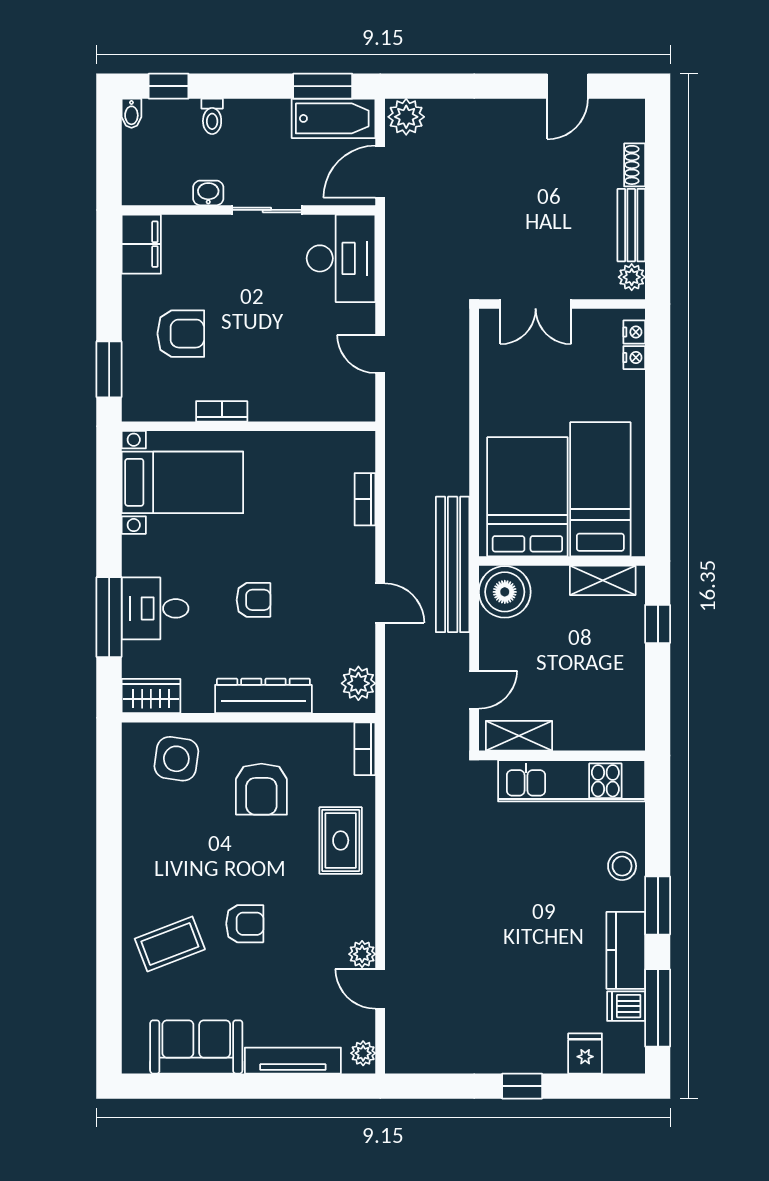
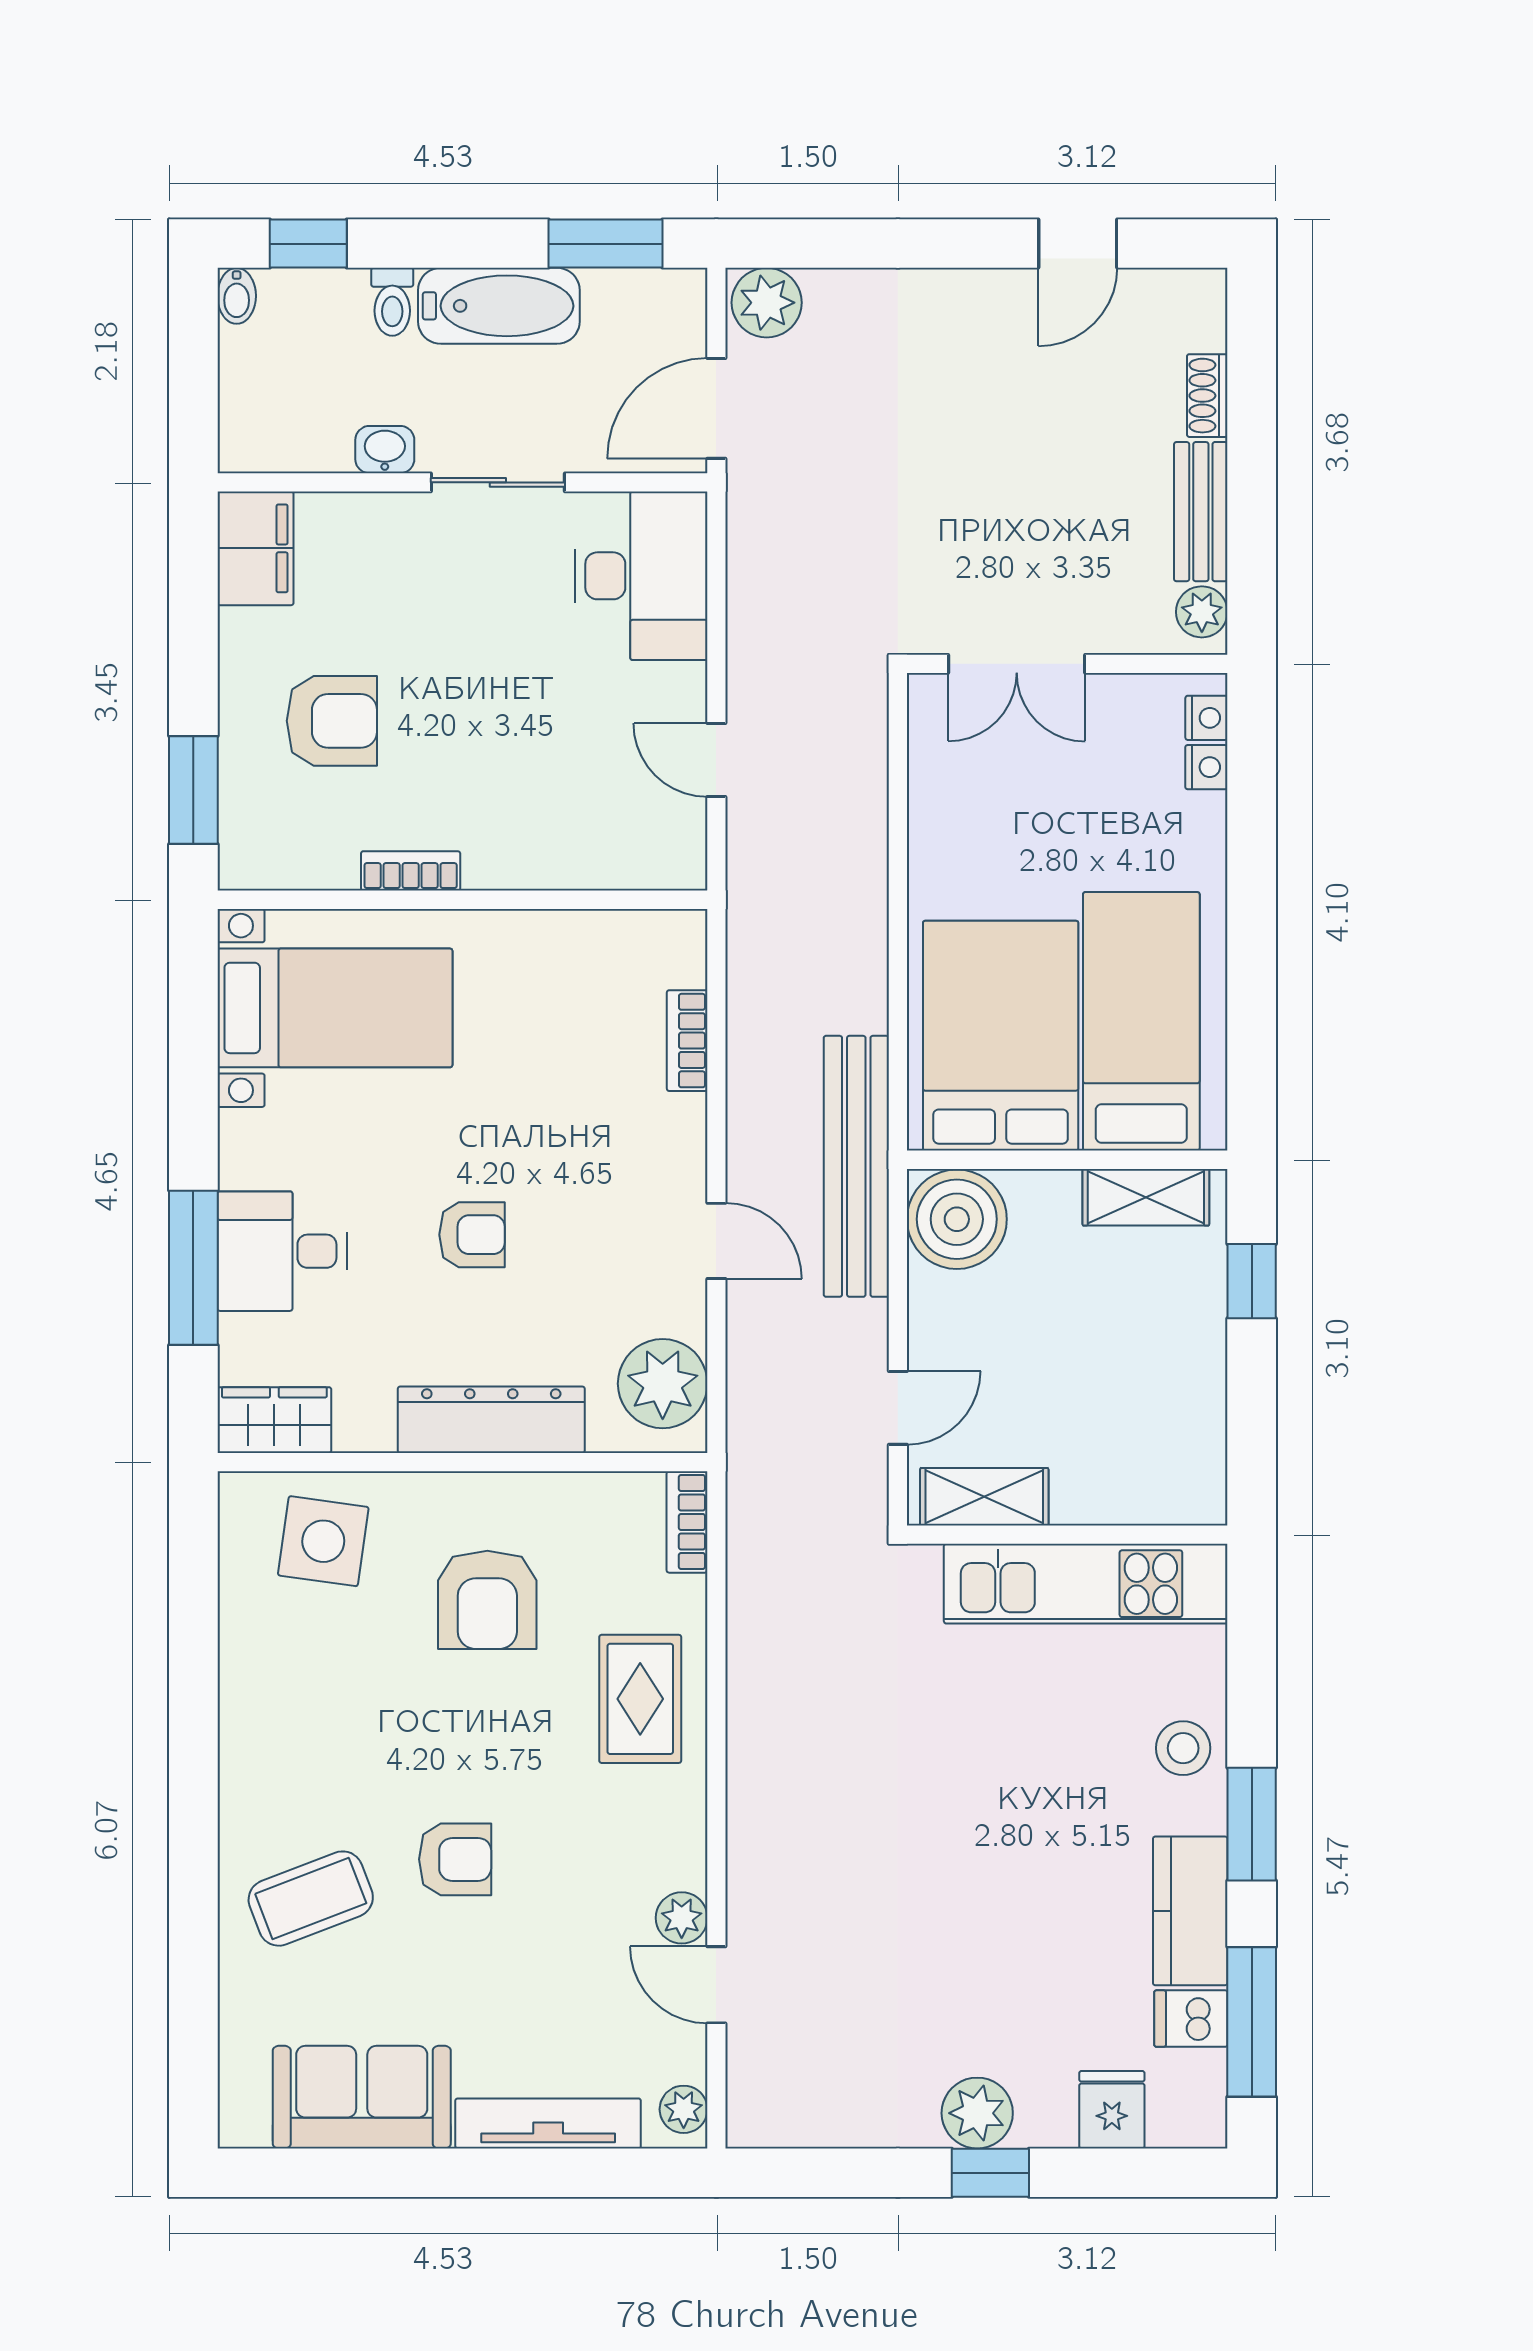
bathtub: (334, 118) -> (499, 306), moved
plant: (358, 683) -> (663, 1384), width x1.36, depth x1.36
plant: (515, 1055) -> (977, 2113), added

